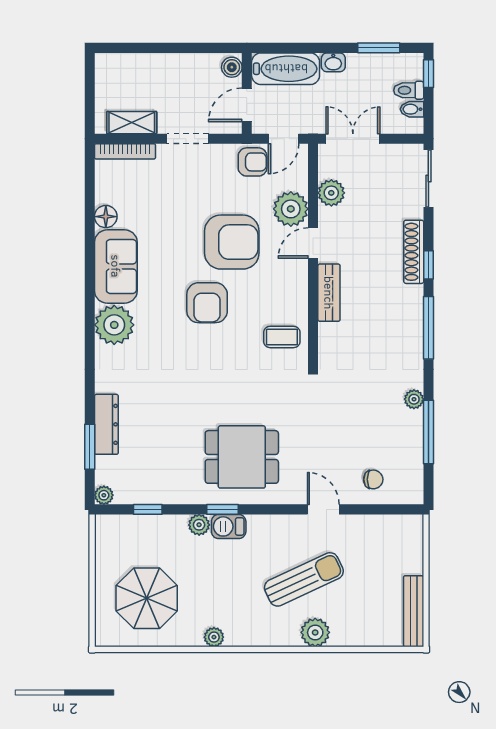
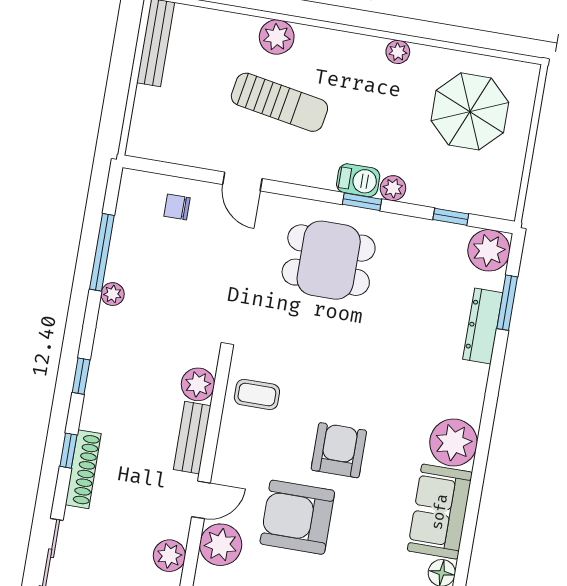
window: (428, 328) -> (81, 376), width x0.46
plant: (332, 337) -> (198, 384), added
plant: (104, 495) -> (489, 250), width x1.88, depth x1.88
sun lounger: (304, 579) -> (279, 102), turned -145

